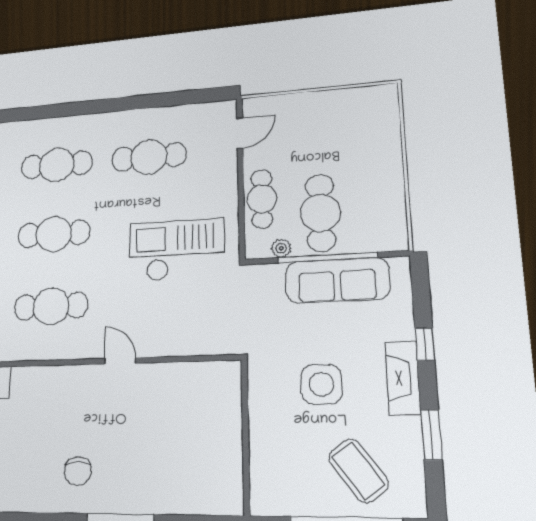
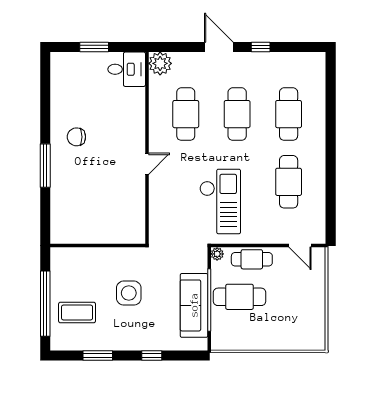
plant: (281, 248) -> (217, 254), moved
fireplace: (403, 378) -> (132, 341), removed
coffee table: (358, 471) -> (77, 312), turned 36

